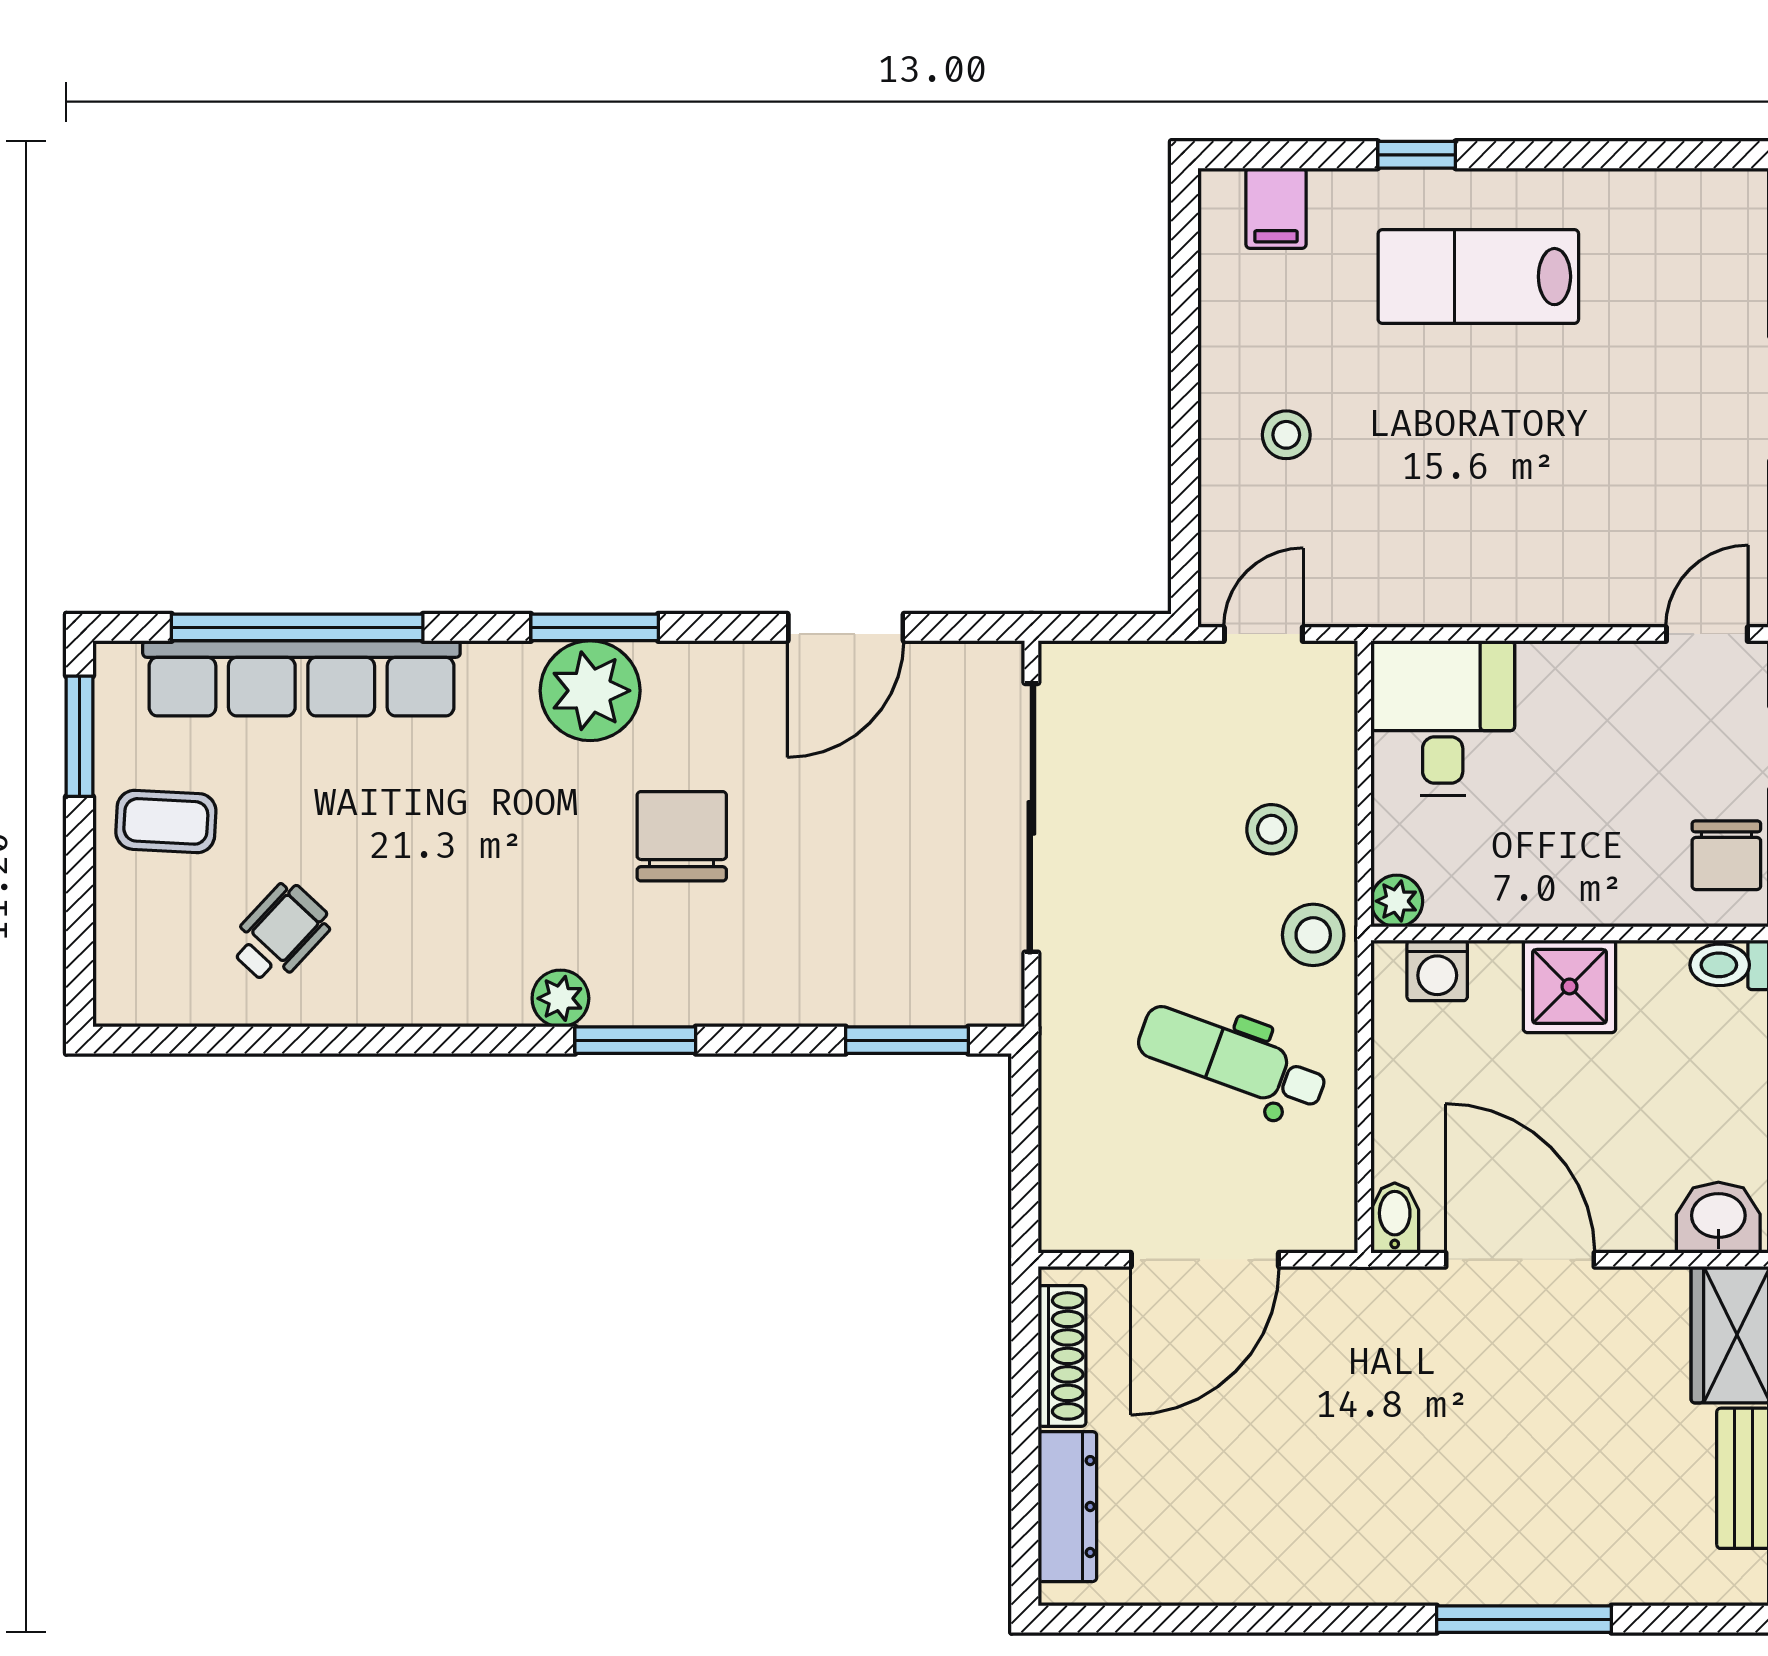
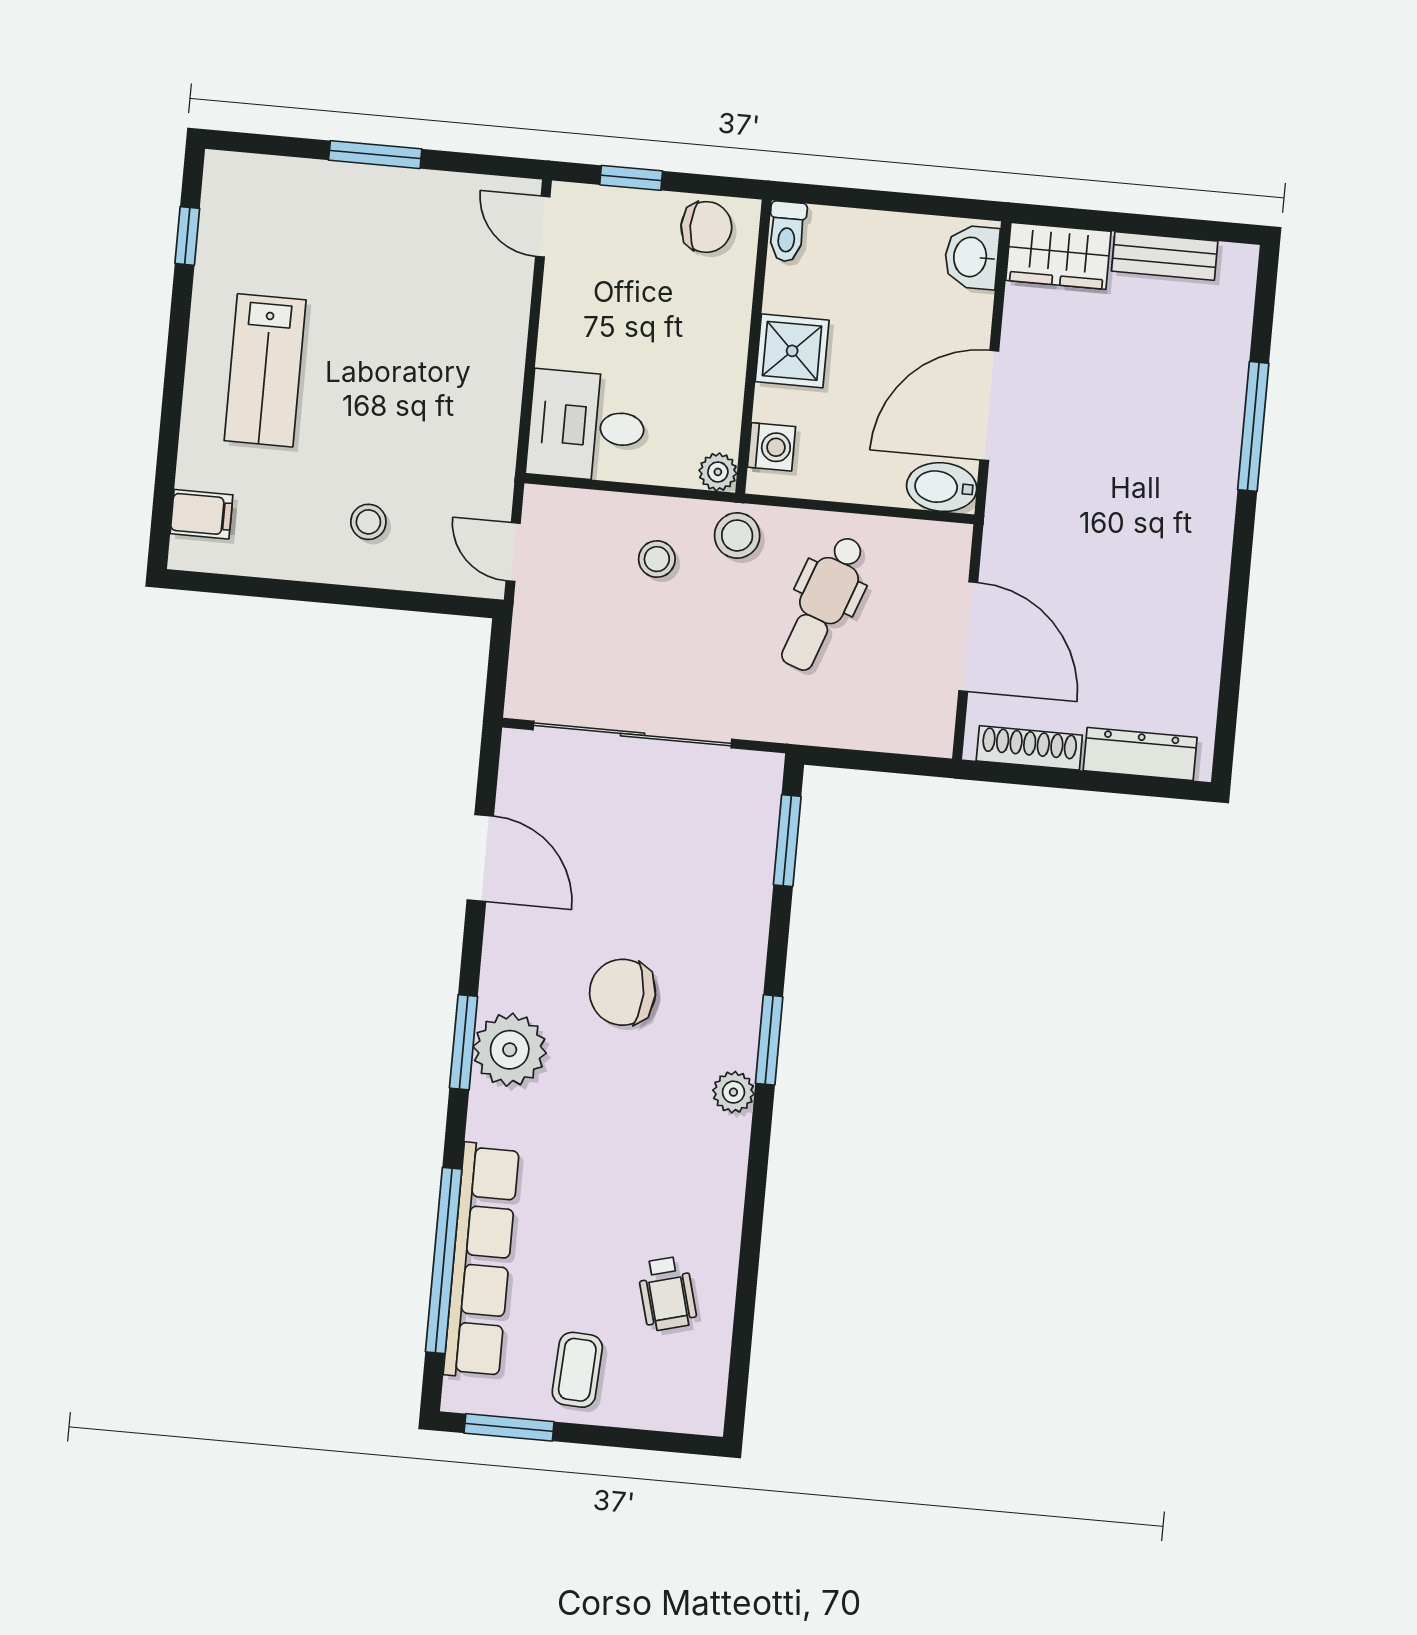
window: (1417, 155) -> (187, 236), moved
wheelchair: (280, 933) -> (667, 1293), turned -148
bidet: (1395, 1218) -> (942, 487), width x1.38, depth x1.36

